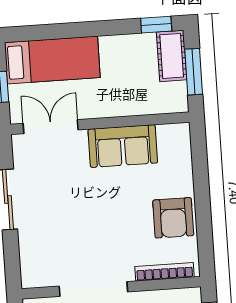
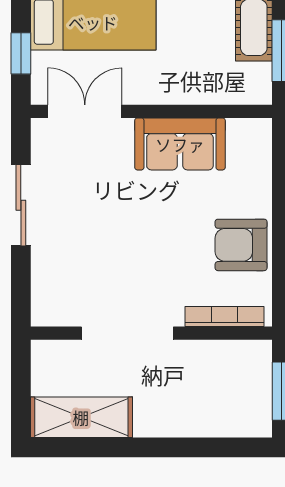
armchair: (173, 218) -> (241, 245), turned 90

